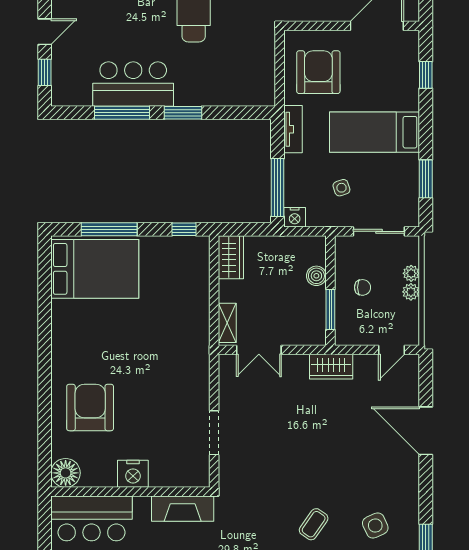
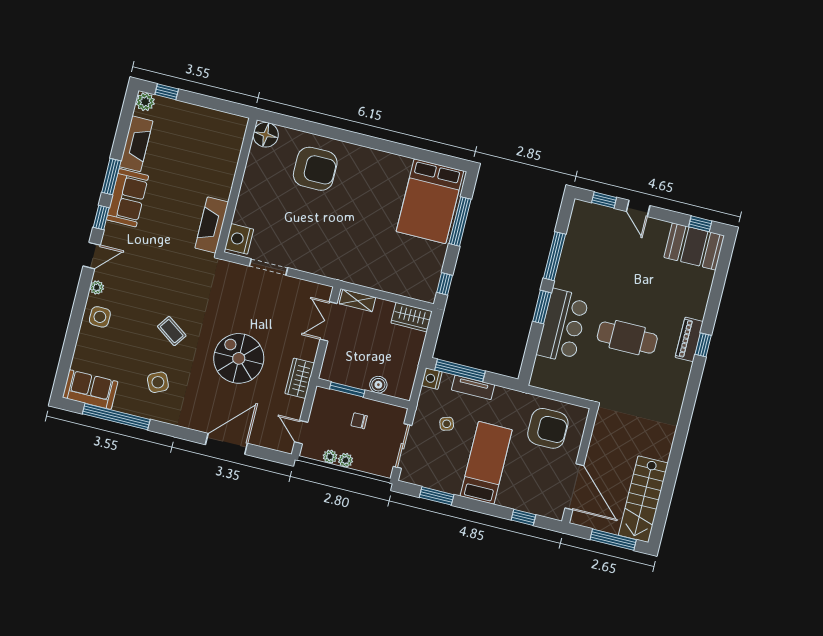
bar counter: (133, 84) -> (563, 326), moved
tv unit: (293, 129) -> (473, 387), moved
plant: (411, 273) -> (330, 457), moved
chair: (363, 287) -> (359, 421), turned 90
spiral stairs: (326, 441) -> (239, 358), added
nightstand: (133, 474) -> (239, 239), moved
bar counter: (92, 518) -> (222, 147), removed

